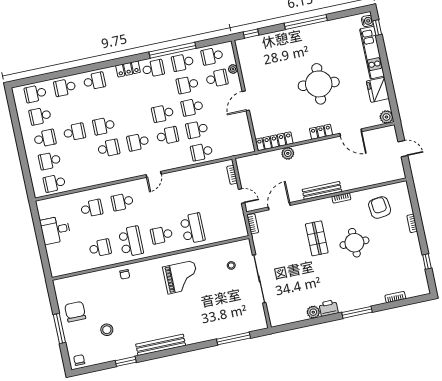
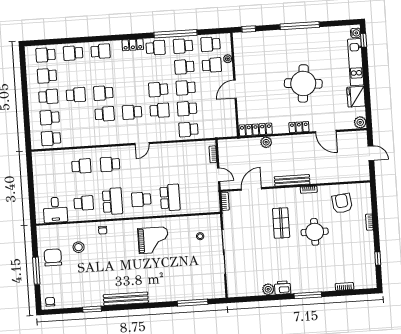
desk: (55, 230) -> (55, 210), moved, turned -90
stool: (107, 330) -> (79, 247), moved

